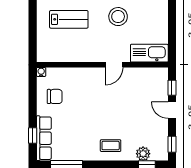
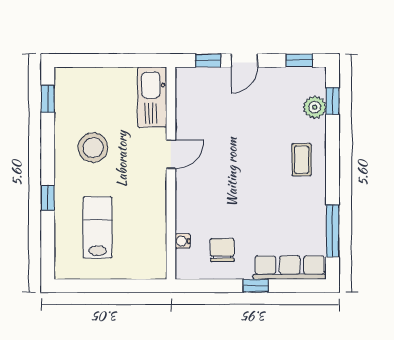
door: (114, 65) -> (171, 154), hinge flipped
water cooler: (41, 72) -> (183, 241), moved
window: (33, 135) -> (256, 286), moved

